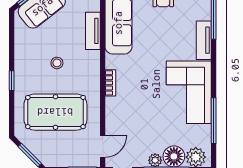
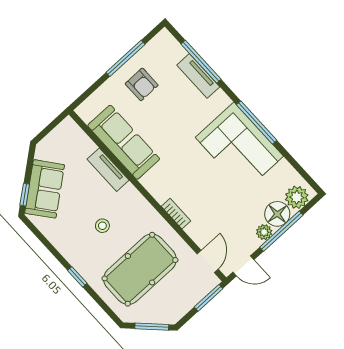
tv unit: (204, 40) -> (198, 76), moved
bookcase: (110, 83) -> (176, 214), moved
window: (214, 121) -> (257, 122), moved

